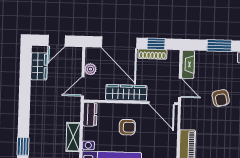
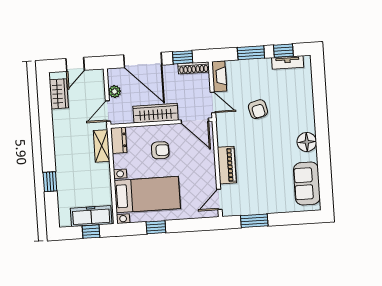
shoe rack: (152, 54) -> (194, 68), moved
shelving: (73, 137) -> (102, 146), moved

